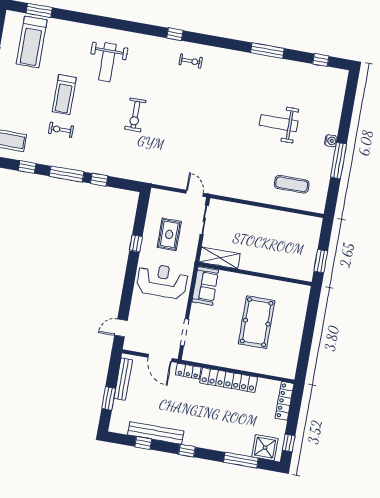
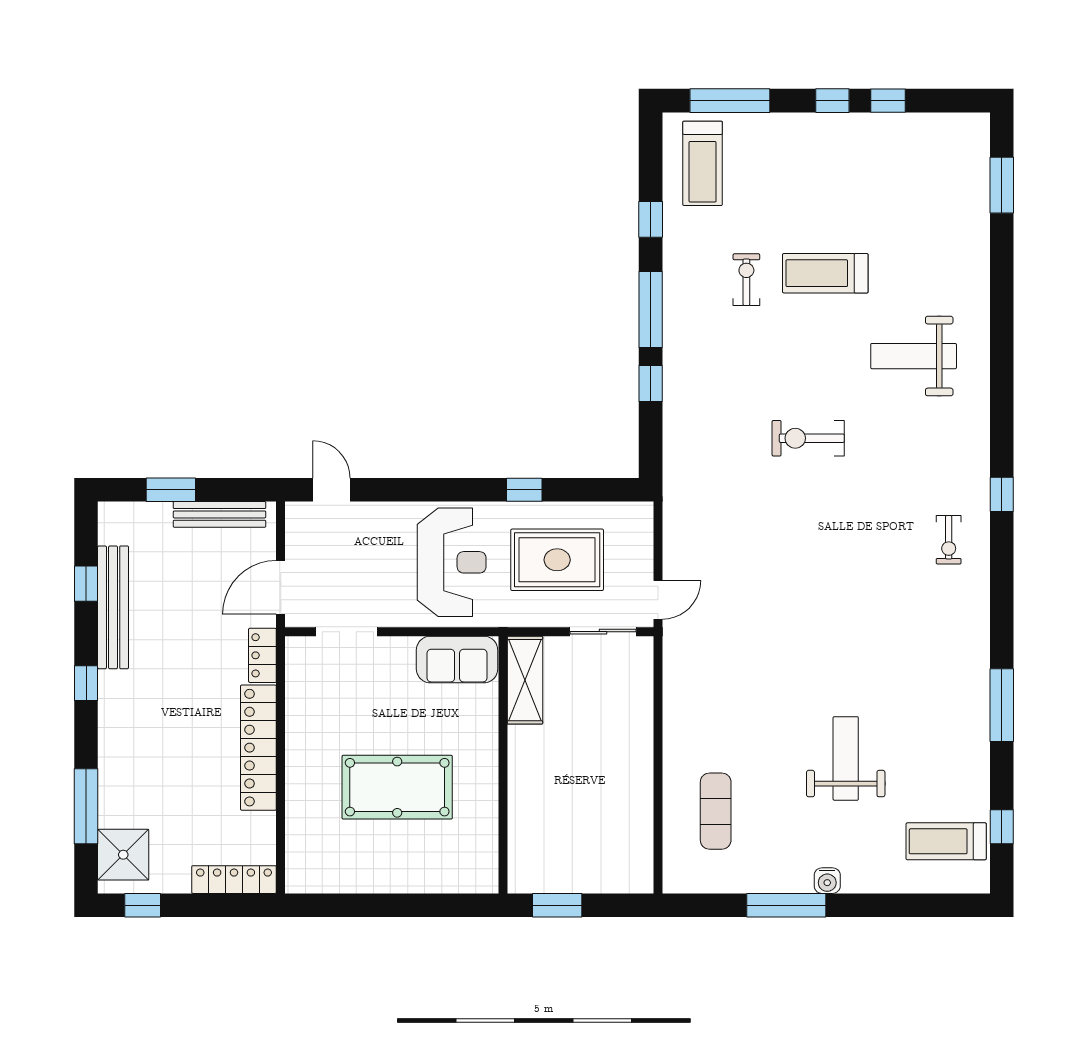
treadmill: (32, 42) -> (946, 841), moved, width x0.73, depth x0.73
rug: (169, 234) -> (557, 560), width x1.36, depth x1.43

